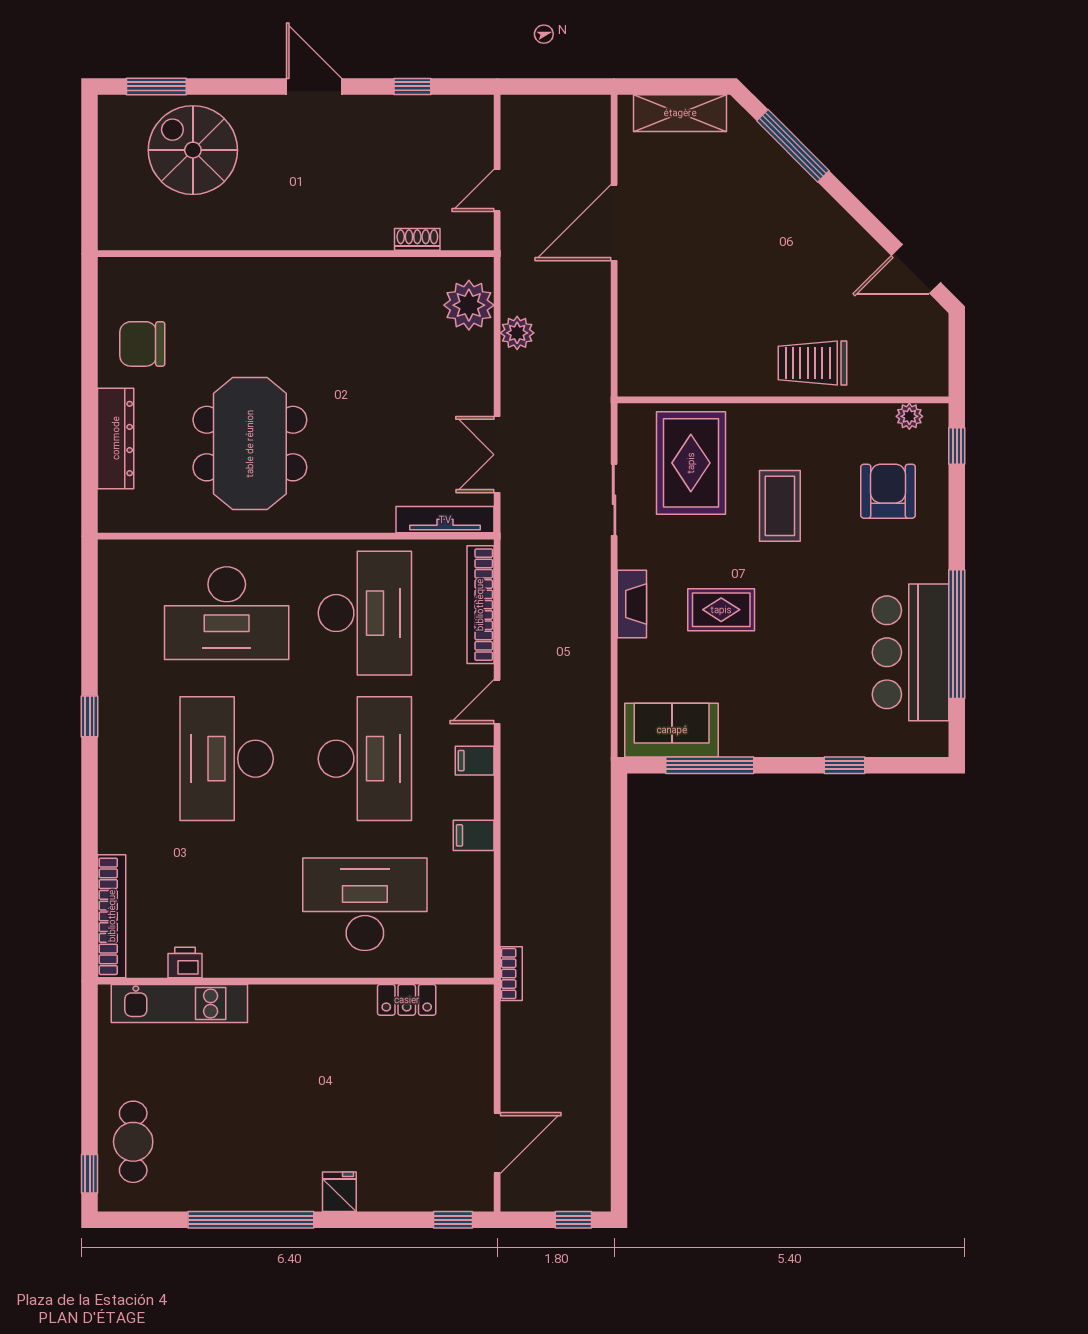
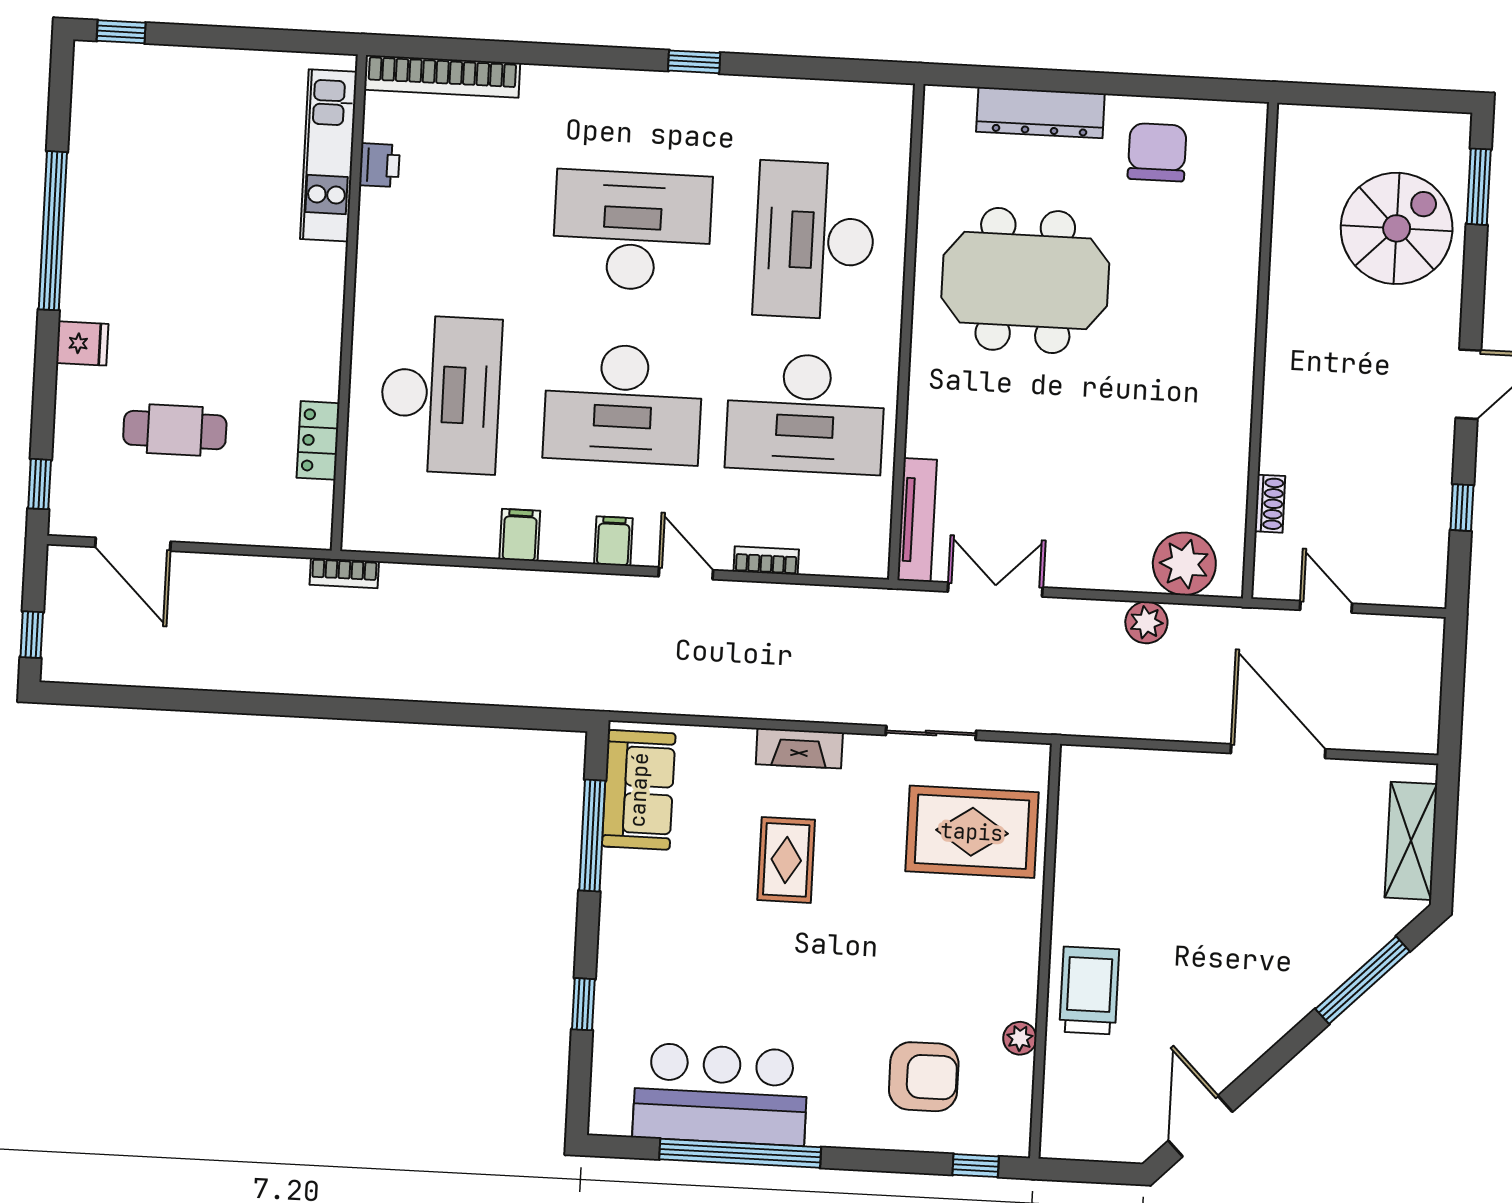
plant: (909, 416) -> (1020, 1038), moved
coffee table: (780, 506) -> (912, 940), removed
bookcase: (480, 605) -> (766, 561), width x0.43, depth x0.76
cafe table: (133, 1142) -> (175, 430), moved

